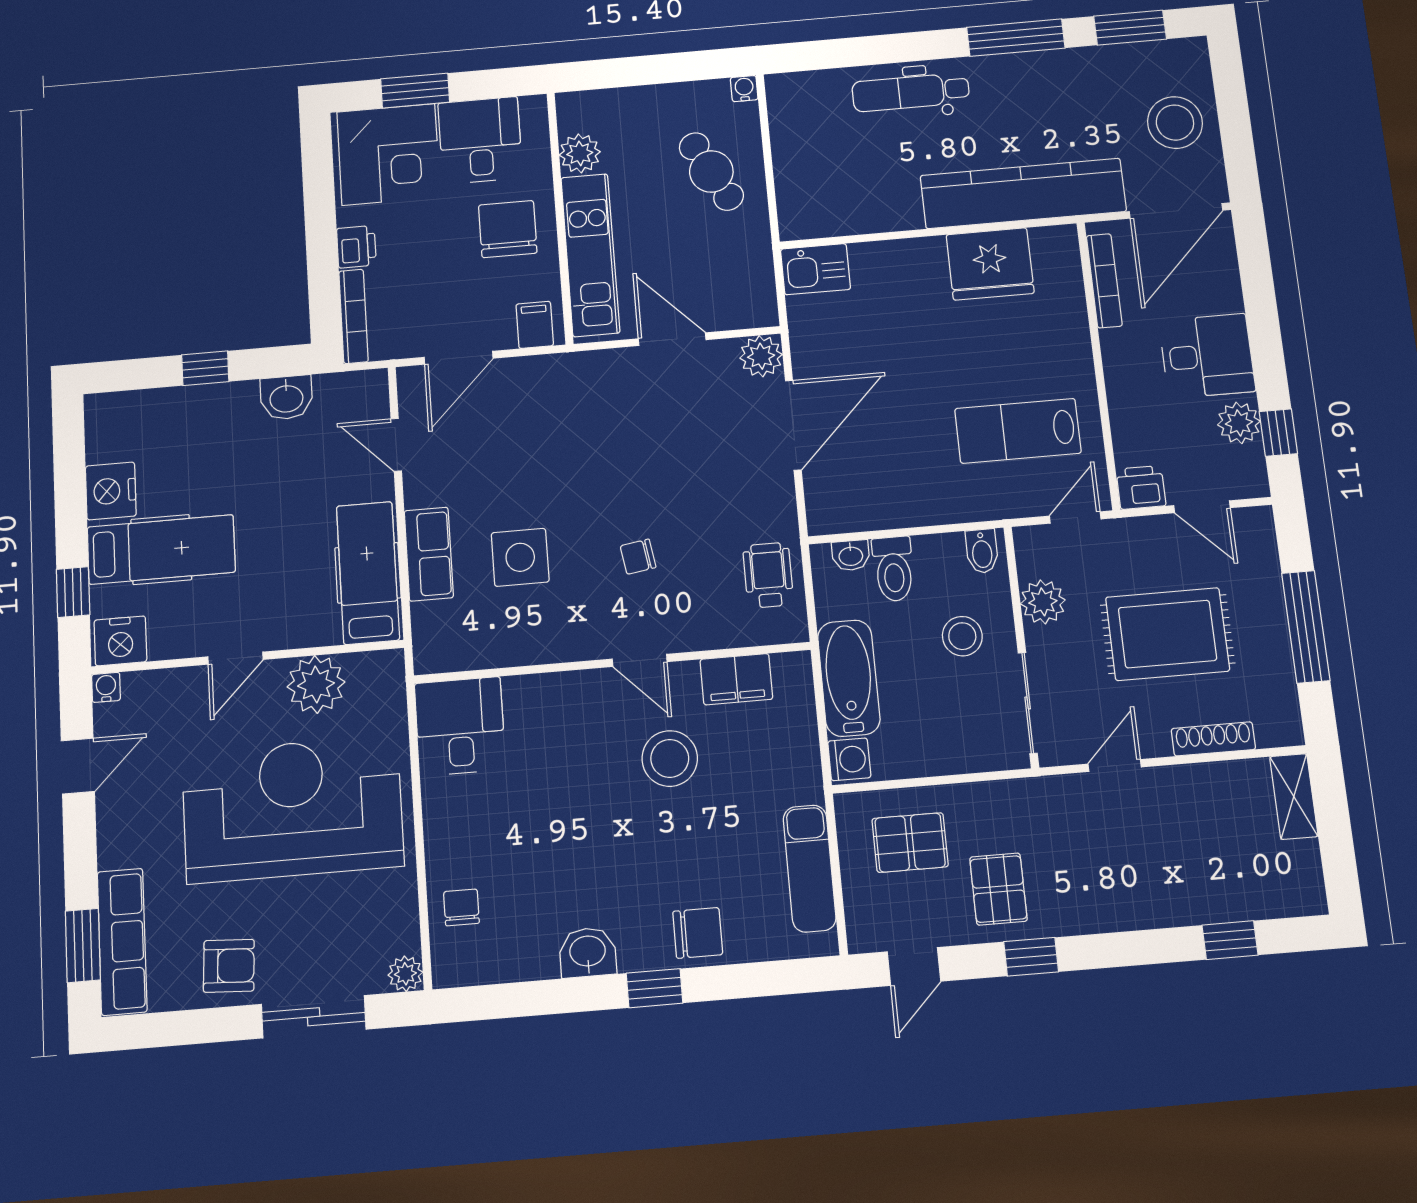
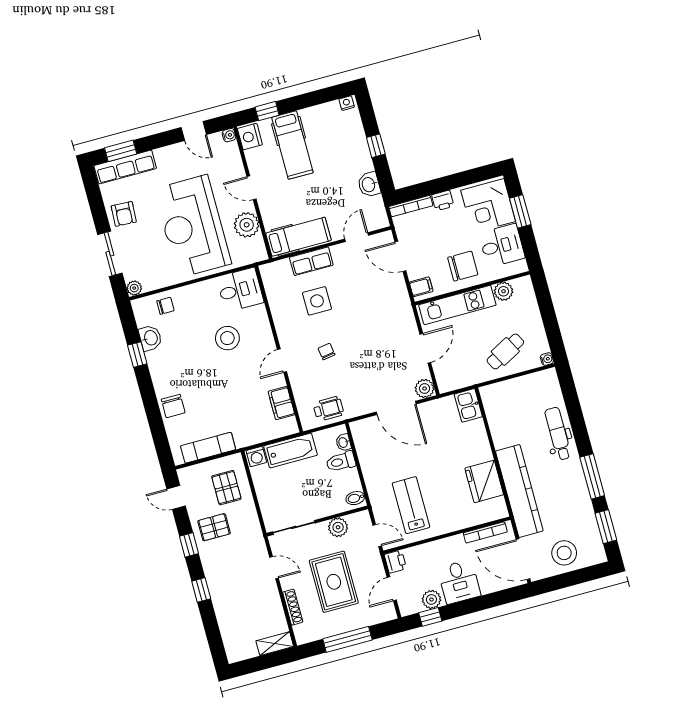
nightstand: (111, 491) -> (347, 103), moved, width x0.53, depth x0.56
stool: (962, 636) -> (317, 495), removed
stool: (670, 758) -> (227, 338), moved
reception desk: (292, 809) -> (193, 226), turned 180
window: (1230, 940) -> (201, 590), moved
washbasin: (588, 952) -> (150, 338), moved
window: (654, 988) -> (137, 355), moved

